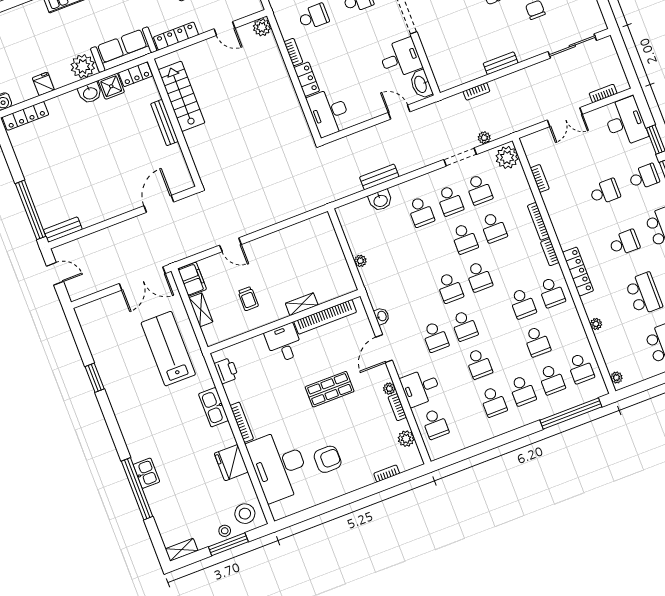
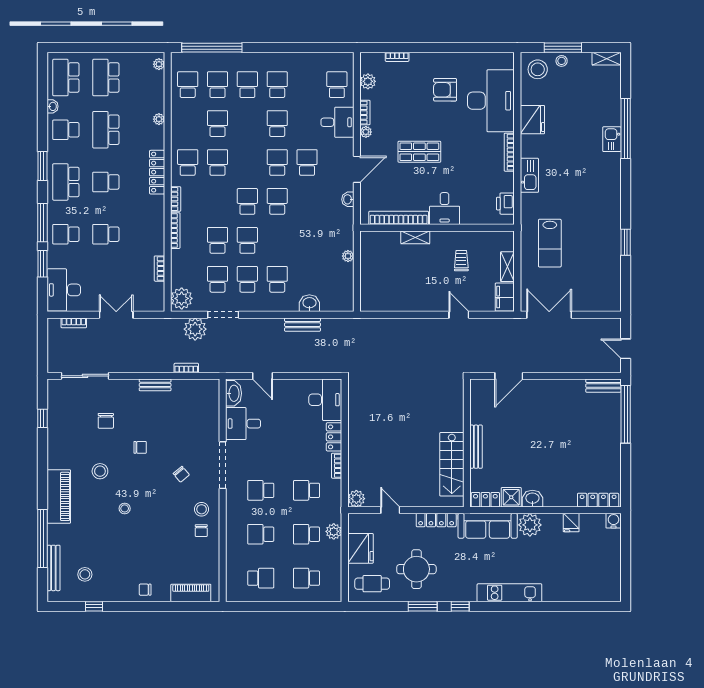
plant: (484, 138) -> (195, 329), width x1.87, depth x1.87
lab bench: (168, 349) -> (550, 243), width x0.73, depth x0.72

